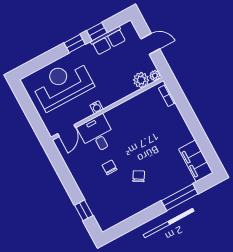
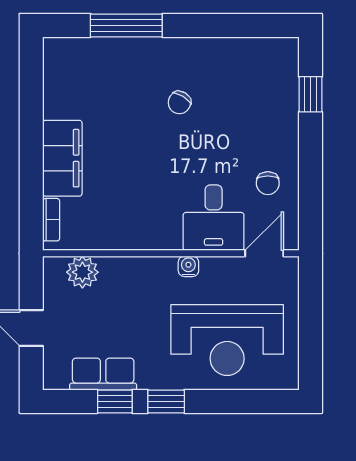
plant: (155, 76) -> (53, 267), removed
filing cabinet: (196, 161) -> (62, 158), moved
chair: (110, 167) -> (268, 183), moved

